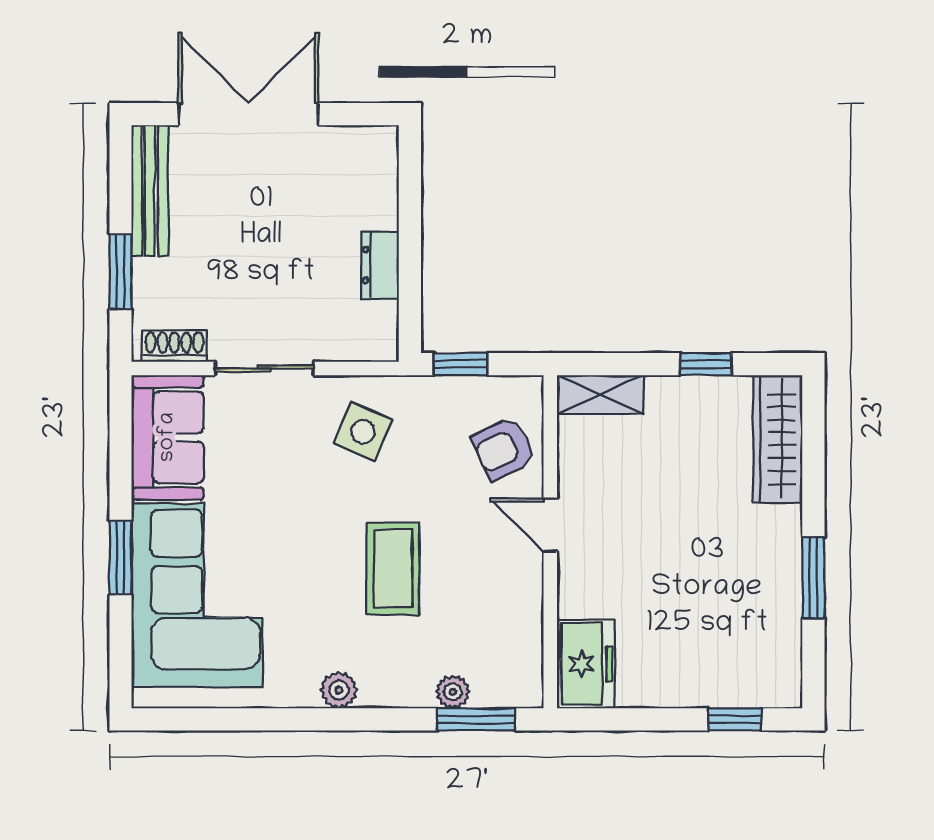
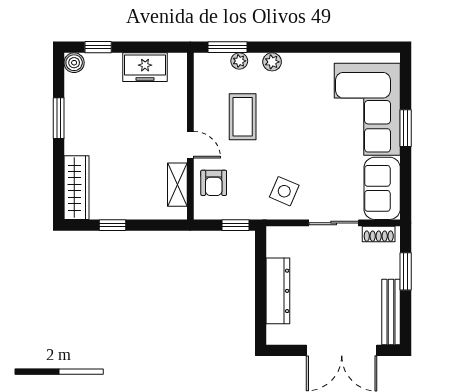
dresser: (380, 265) -> (278, 291), width x1.96, depth x1.24
shelving: (600, 395) -> (177, 185), moved, turned 90
armchair: (504, 449) -> (214, 183), turned 115
coffee table: (393, 568) -> (243, 117), moved
freezer: (586, 664) -> (145, 67), moved, turned -90
boiler: (782, 688) -> (74, 63), added
plant: (339, 690) -> (272, 62), moved

